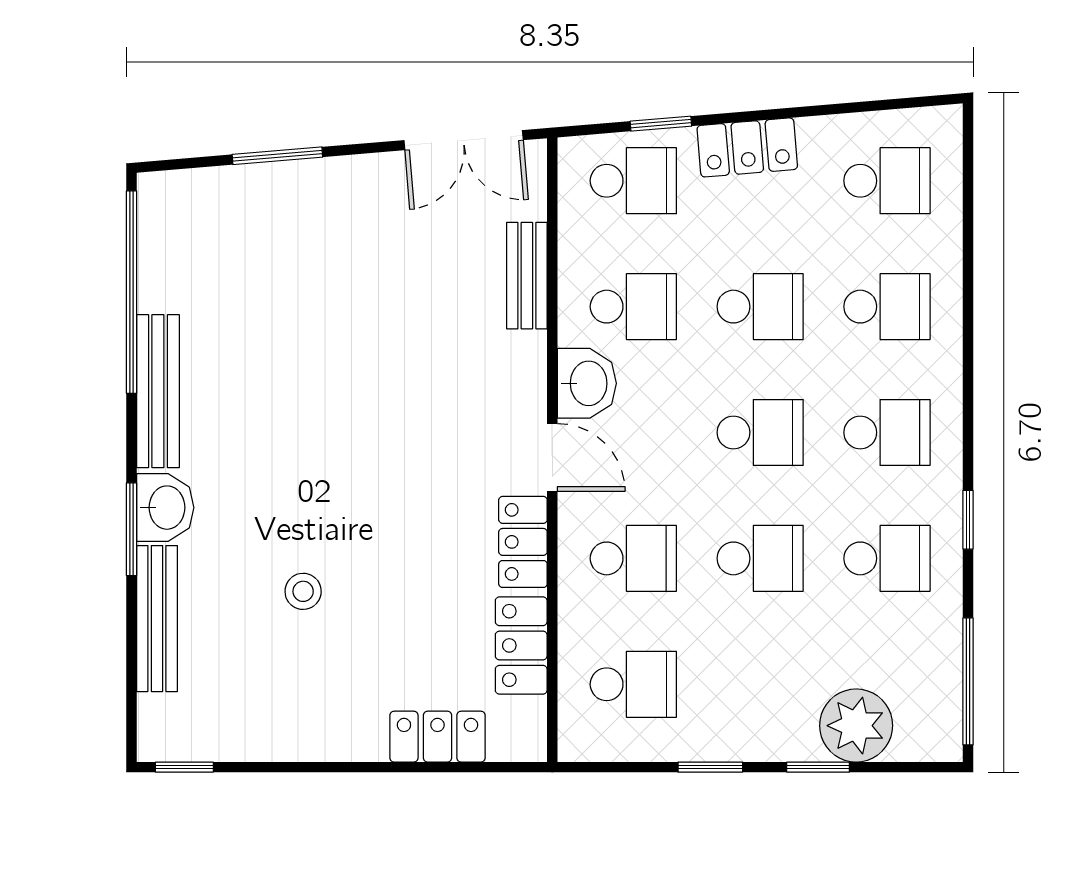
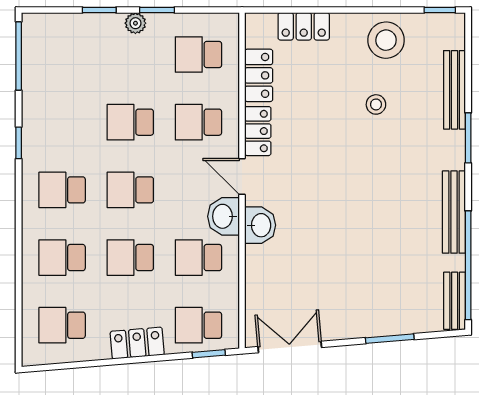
window: (661, 124) -> (209, 354), moved
bench: (527, 276) -> (455, 301), moved
washbasin: (165, 508) -> (260, 225), moved, turned 180
school desk: (887, 558) -> (62, 122), removed
stool: (284, 711) -> (386, 40), added
plant: (856, 726) -> (135, 23), moved, width x0.53, depth x0.53

